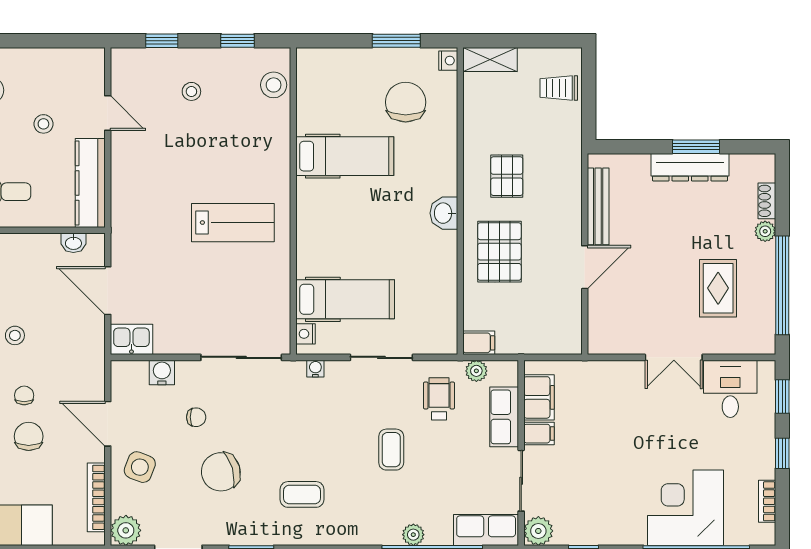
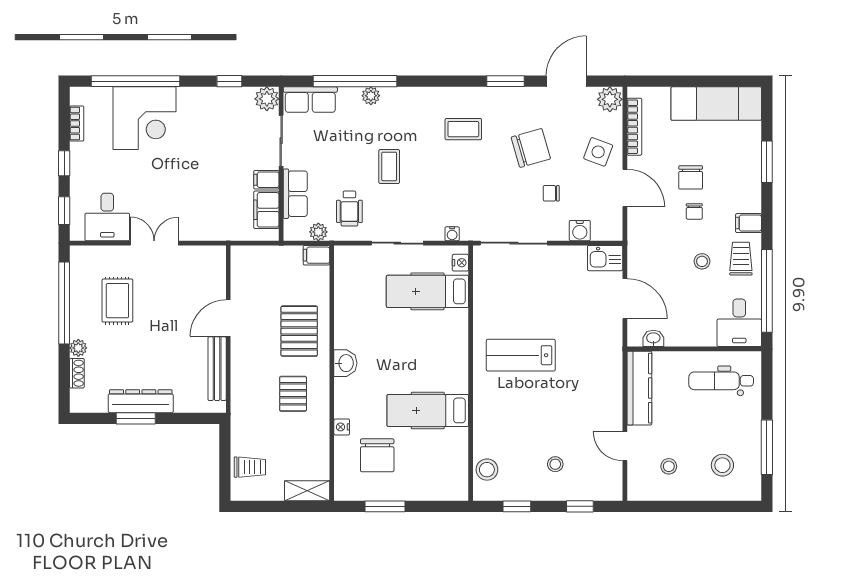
nightstand: (448, 61) -> (342, 427), moved
stool: (43, 124) -> (669, 466), moved

